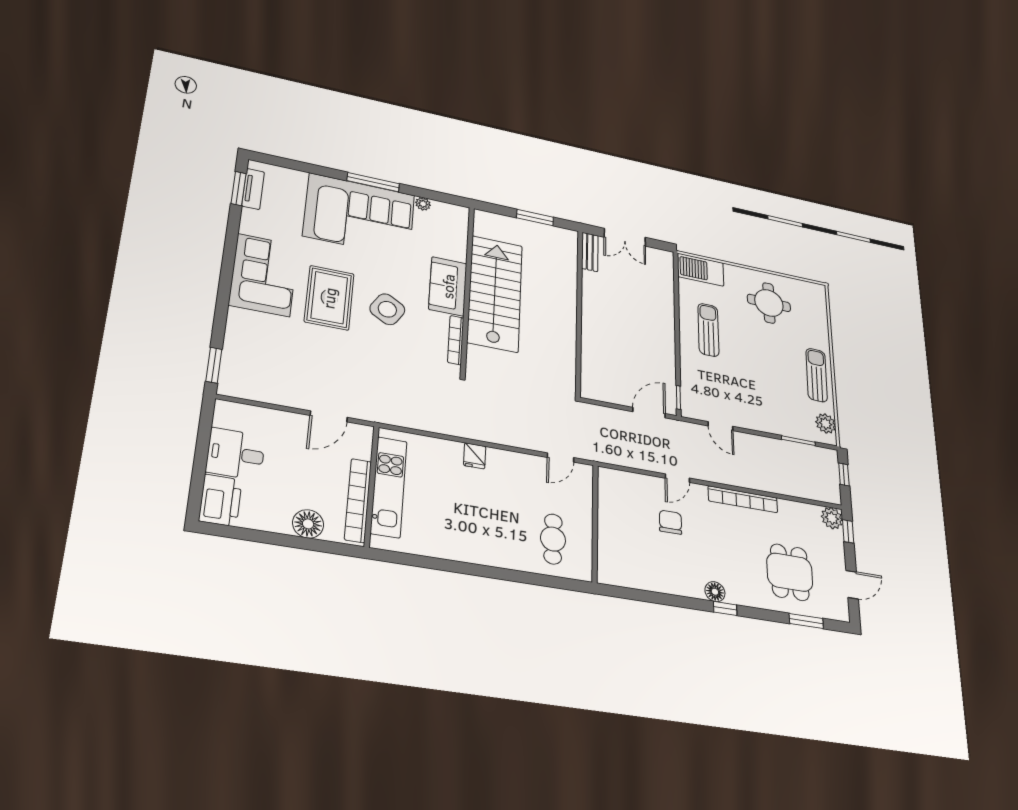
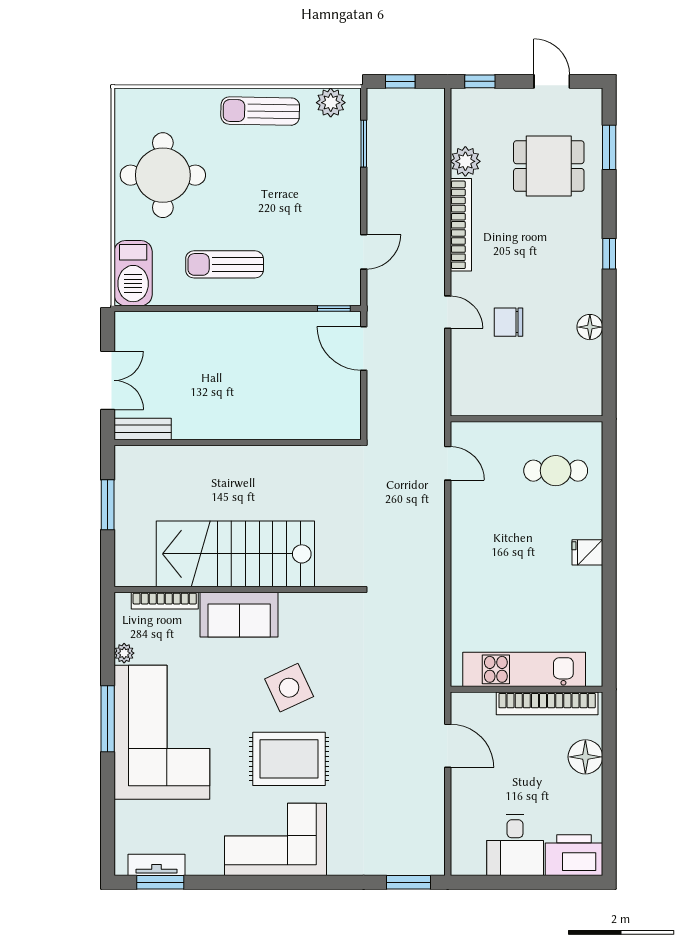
round table: (769, 303) -> (163, 175), width x1.36, depth x1.36
side table: (387, 309) -> (289, 688), turned 34
bookcase: (456, 340) -> (165, 601), moved
fridge: (475, 456) -> (587, 552), moved, turned 180
plant: (832, 518) -> (465, 161), moved
floor lamp: (715, 592) -> (590, 327), moved

